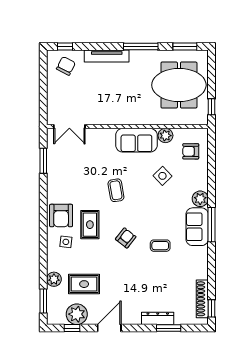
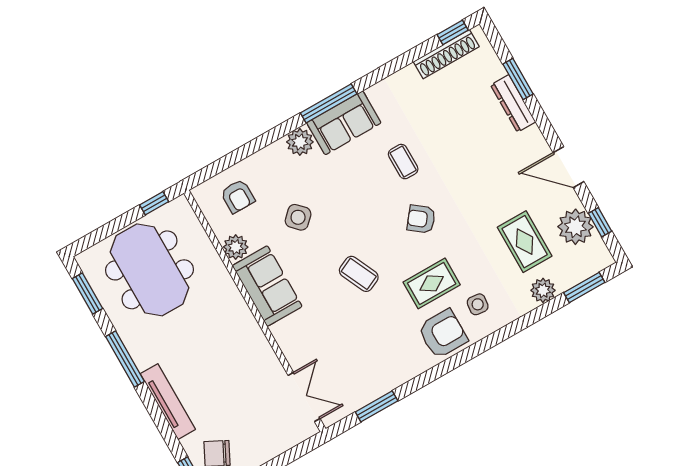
coffee table: (116, 190) -> (359, 274), turned 75

